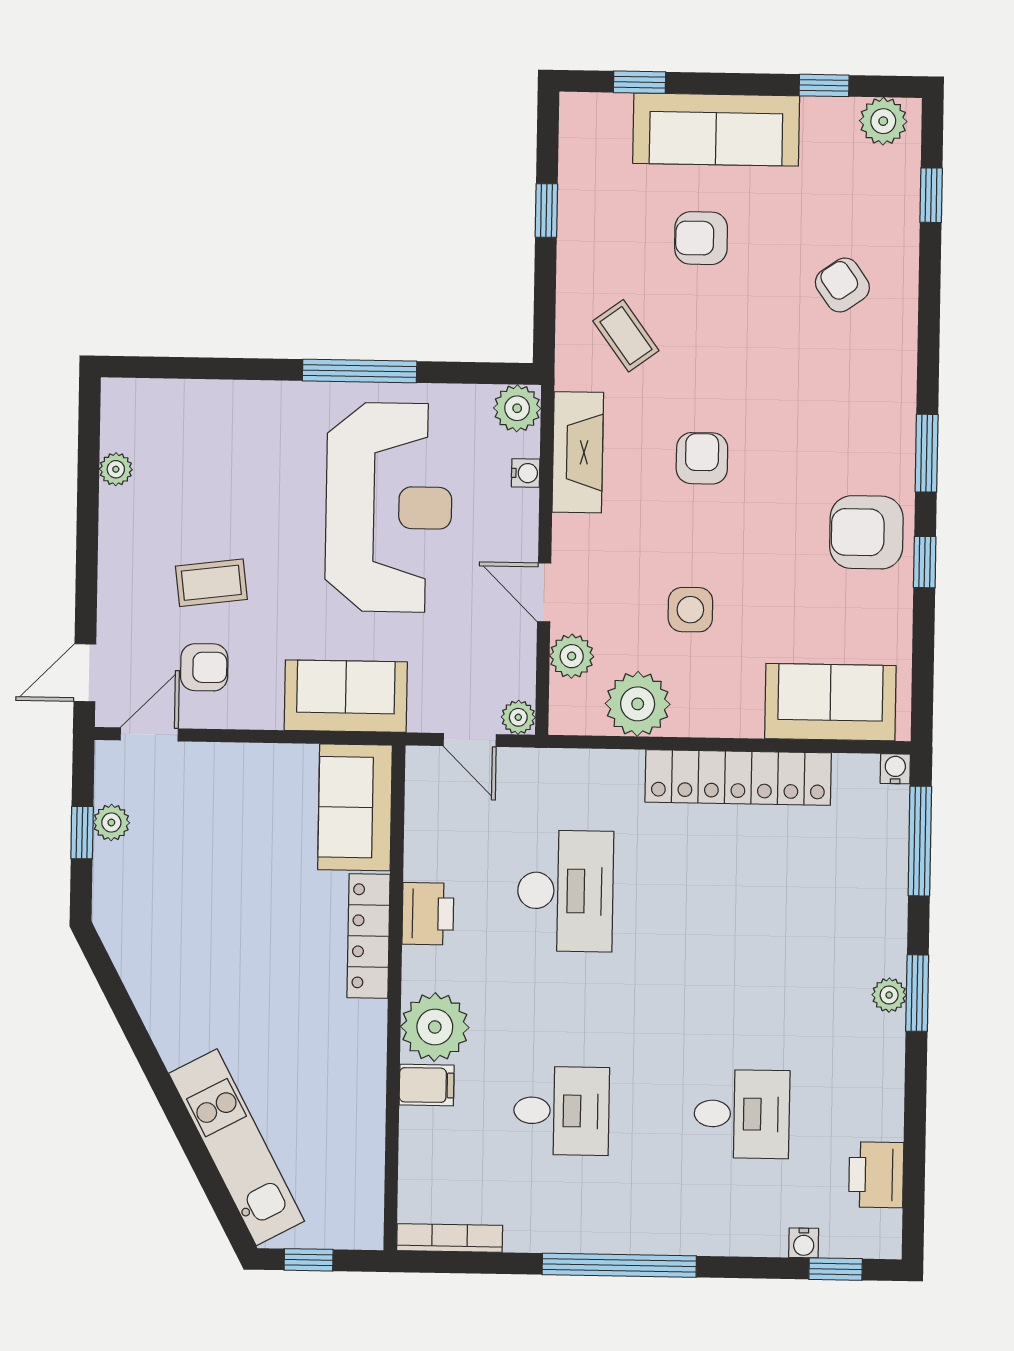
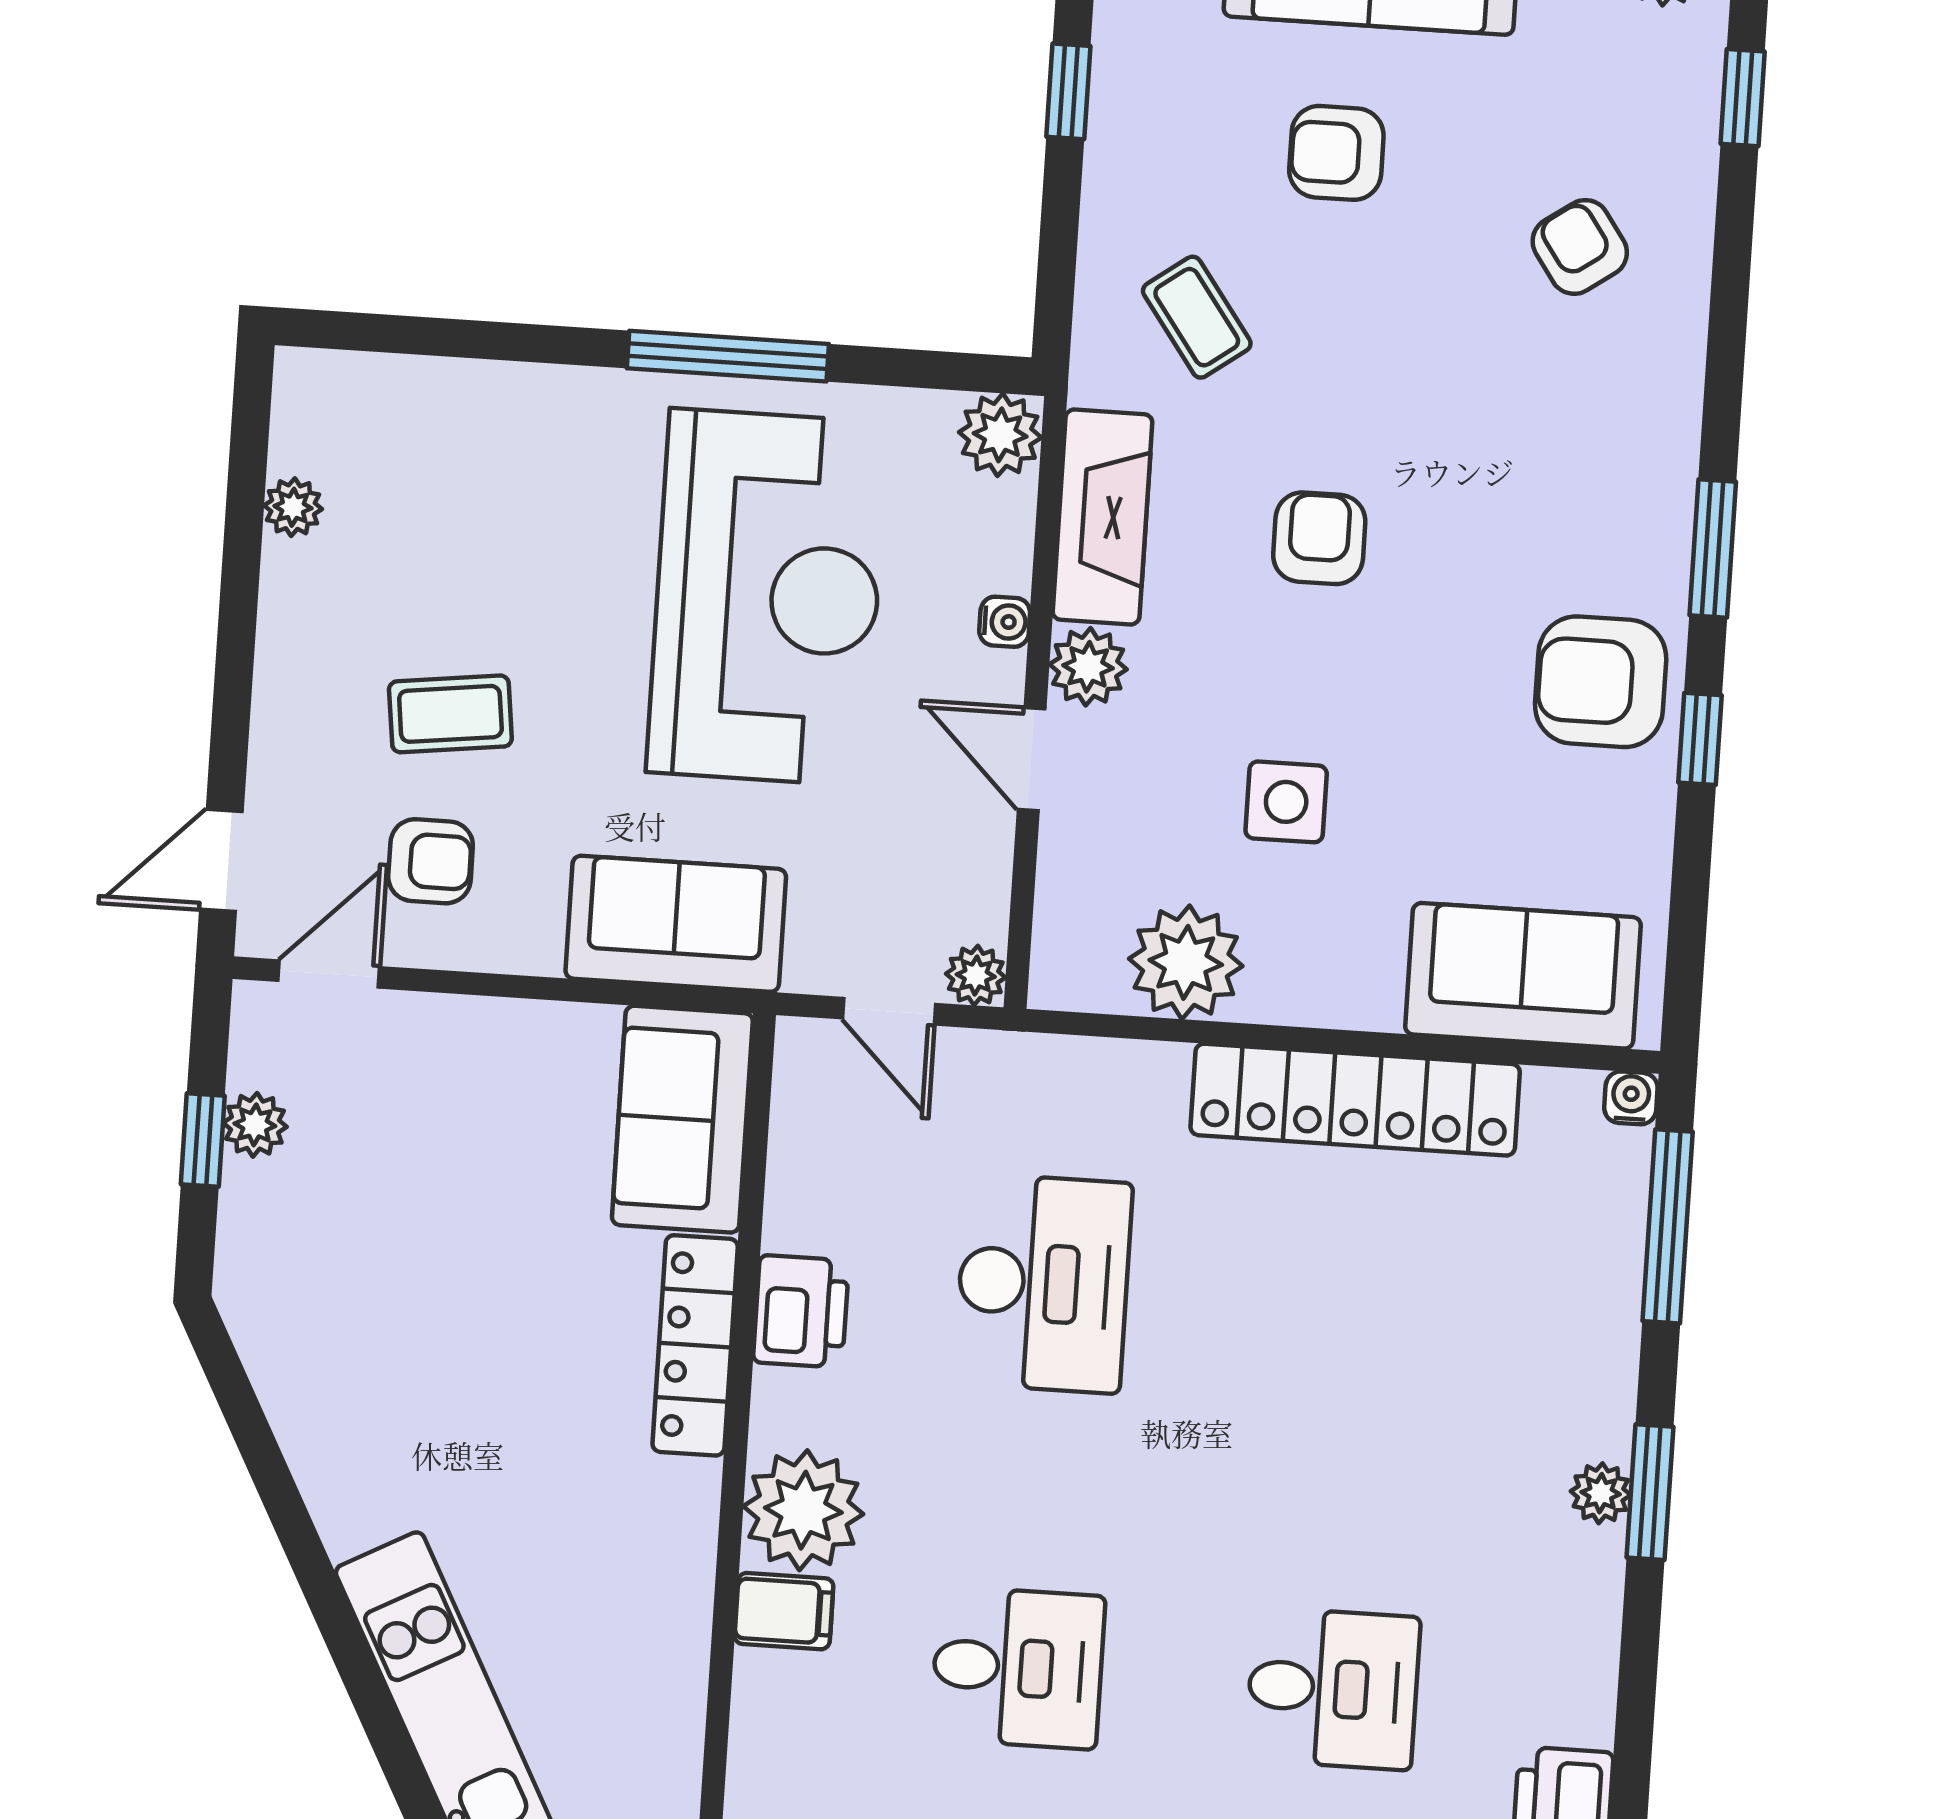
water cooler: (526, 473) -> (1005, 622), moved
plant: (572, 656) -> (1088, 667), moved

